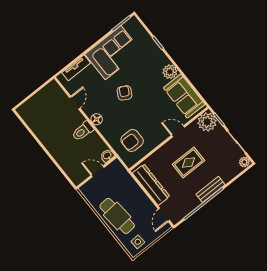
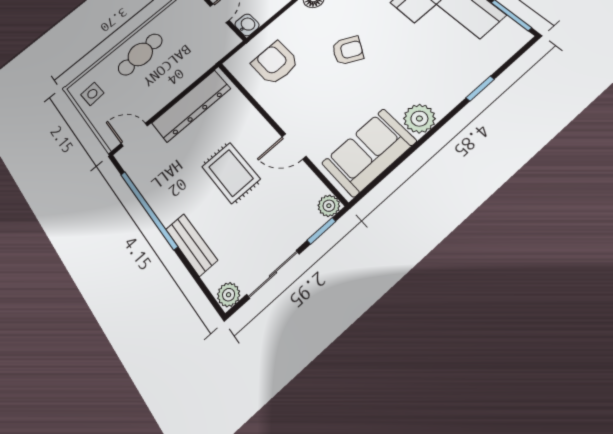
armchair: (125, 93) -> (348, 51), moved
plant: (207, 122) -> (329, 206), width x0.53, depth x0.53
door: (178, 131) -> (294, 147), swing flipped
bench: (210, 189) -> (191, 245), moved
cafe table: (117, 216) -> (140, 54), width x0.73, depth x0.74

